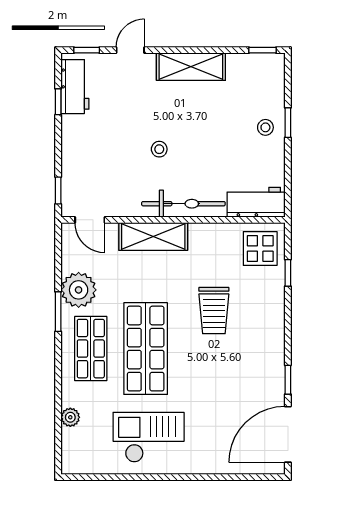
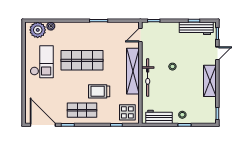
door: (130, 50) -> (217, 53), hinge flipped
workbench: (75, 87) -> (196, 28), width x1.38
workbench: (256, 202) -> (159, 117), moved, turned -90
shelving: (153, 237) -> (133, 71), width x1.47
plant: (79, 290) -> (38, 30), moved
shop shelf: (91, 349) -> (82, 110), moved

